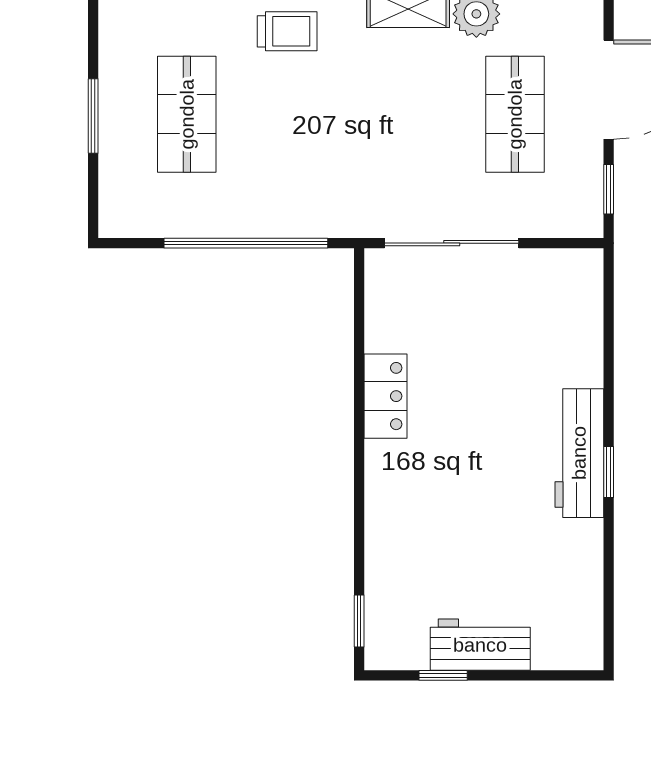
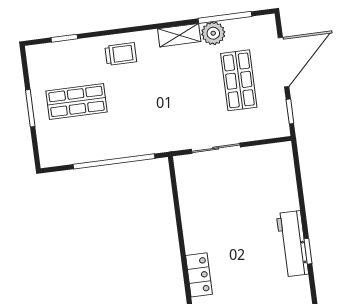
shop shelf: (187, 114) -> (77, 101), turned 90
sliding door: (452, 243) -> (216, 148), width x0.73
locker: (386, 396) -> (199, 275), moved

